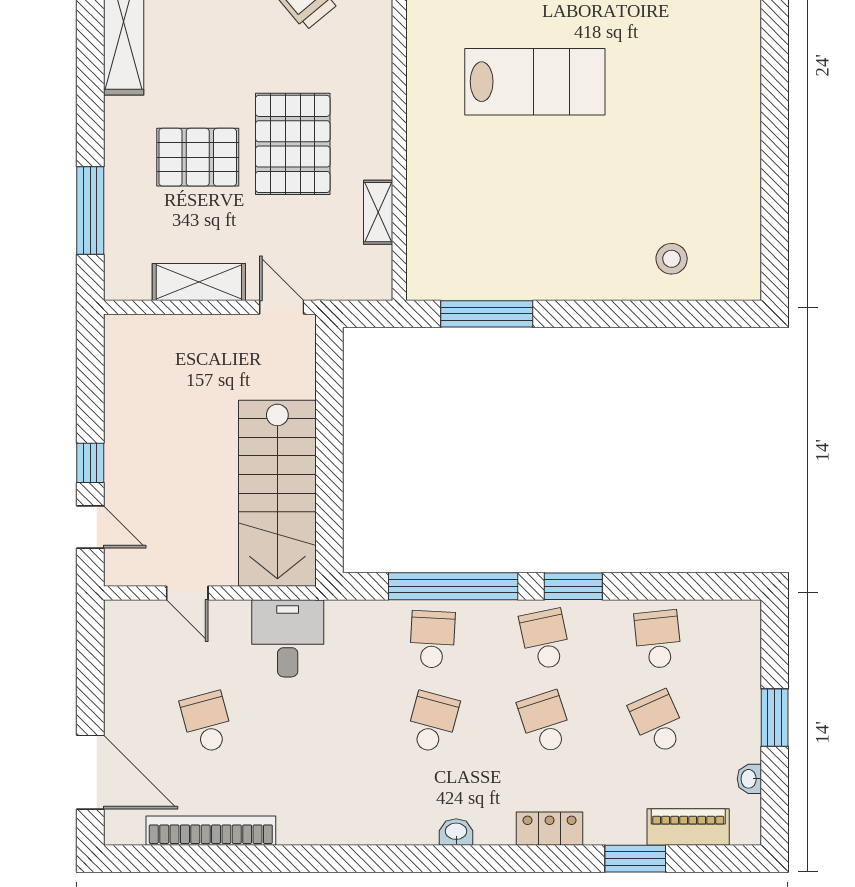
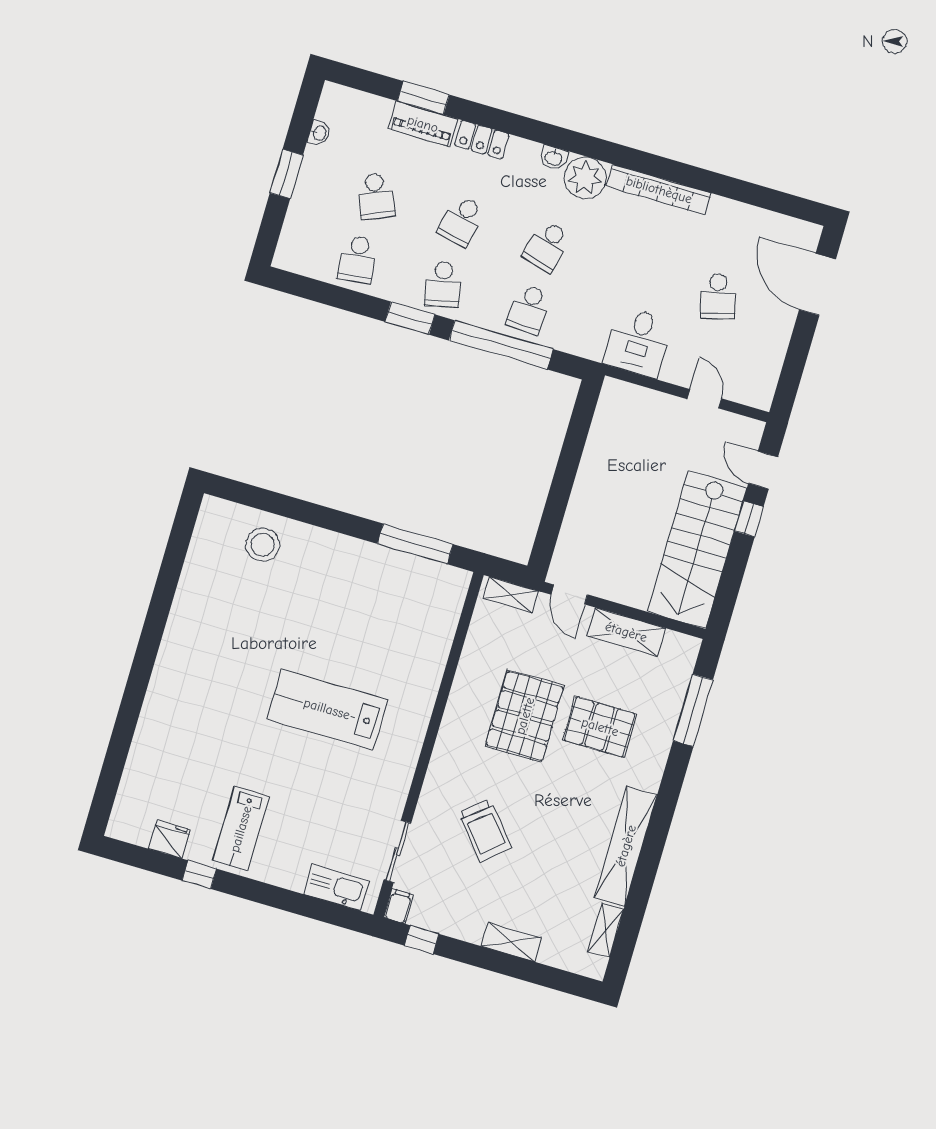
shelving: (378, 212) -> (511, 595), moved, turned 90
stool: (672, 259) -> (263, 545), width x1.38, depth x1.38
stairs: (277, 493) -> (697, 550), moved, turned 180
school desk: (545, 722) -> (461, 221), turned 30
plant: (410, 819) -> (585, 178), added
piano: (688, 827) -> (423, 124), moved
bookcase: (211, 831) -> (659, 190), moved

